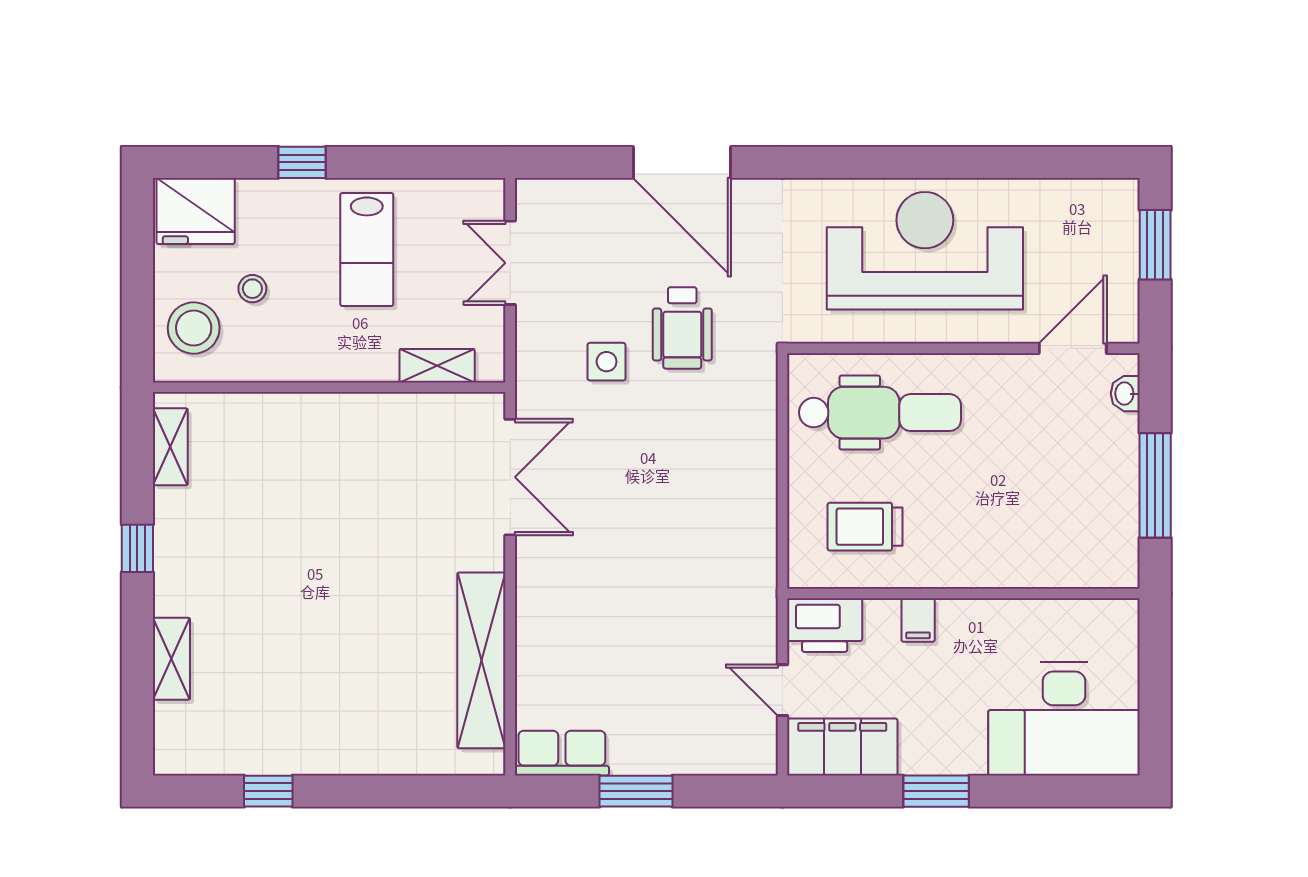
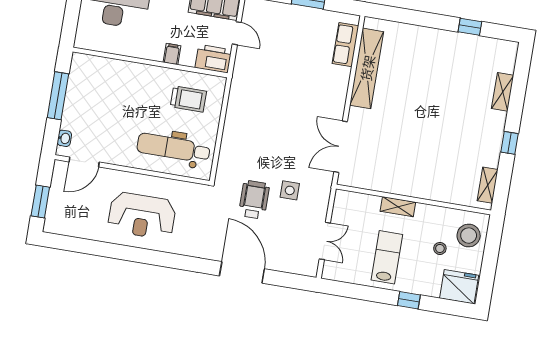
reception desk: (925, 251) -> (142, 216), width x0.74, depth x0.77
shelving: (437, 366) -> (398, 207), moved
row of seats: (562, 753) -> (345, 45), moved, turned 90

